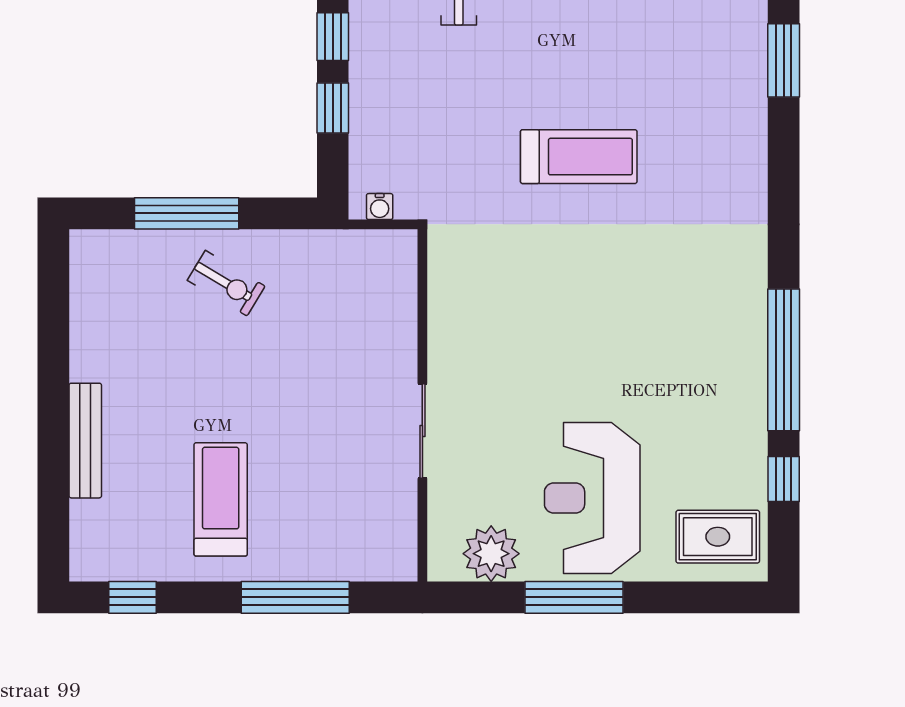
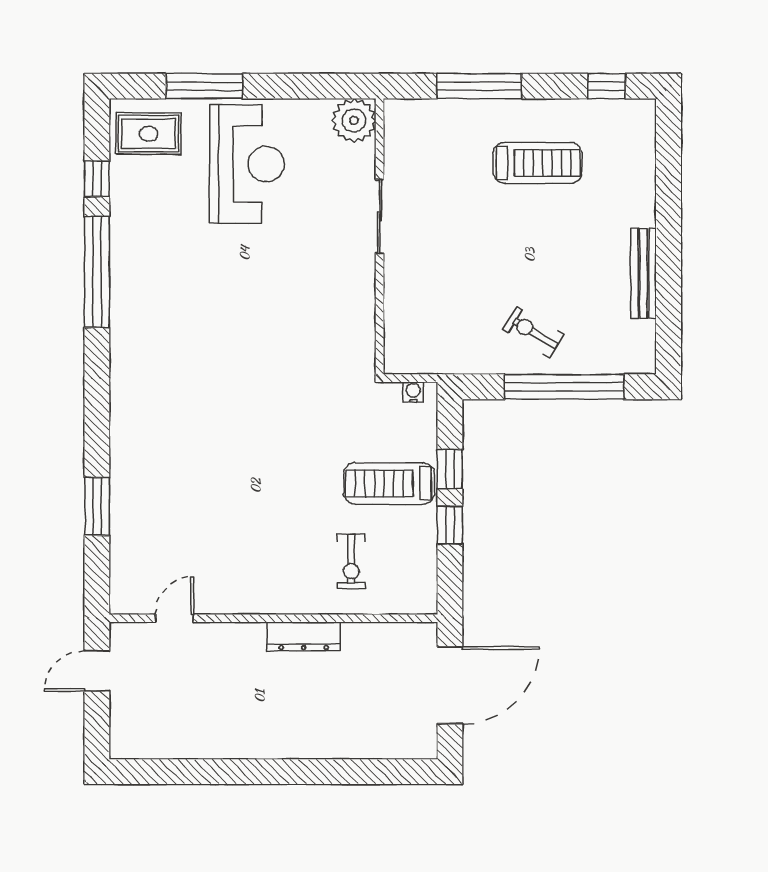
treadmill: (579, 157) -> (389, 483), moved
window: (187, 213) -> (564, 387), width x1.46
bench: (85, 441) -> (644, 274), moved
treadmill: (221, 499) -> (538, 163), turned -90
plant: (491, 554) -> (354, 120), moved
window: (574, 597) -> (204, 86), moved

